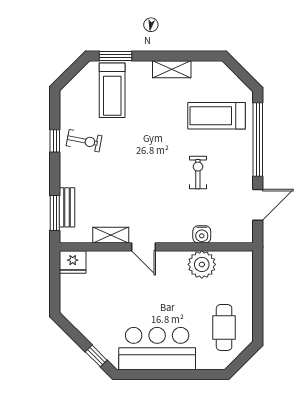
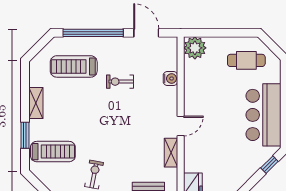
window: (116, 56) -> (25, 135), moved
treadmill: (217, 116) -> (74, 66), turned 90
plant: (202, 264) -> (195, 48), moved

